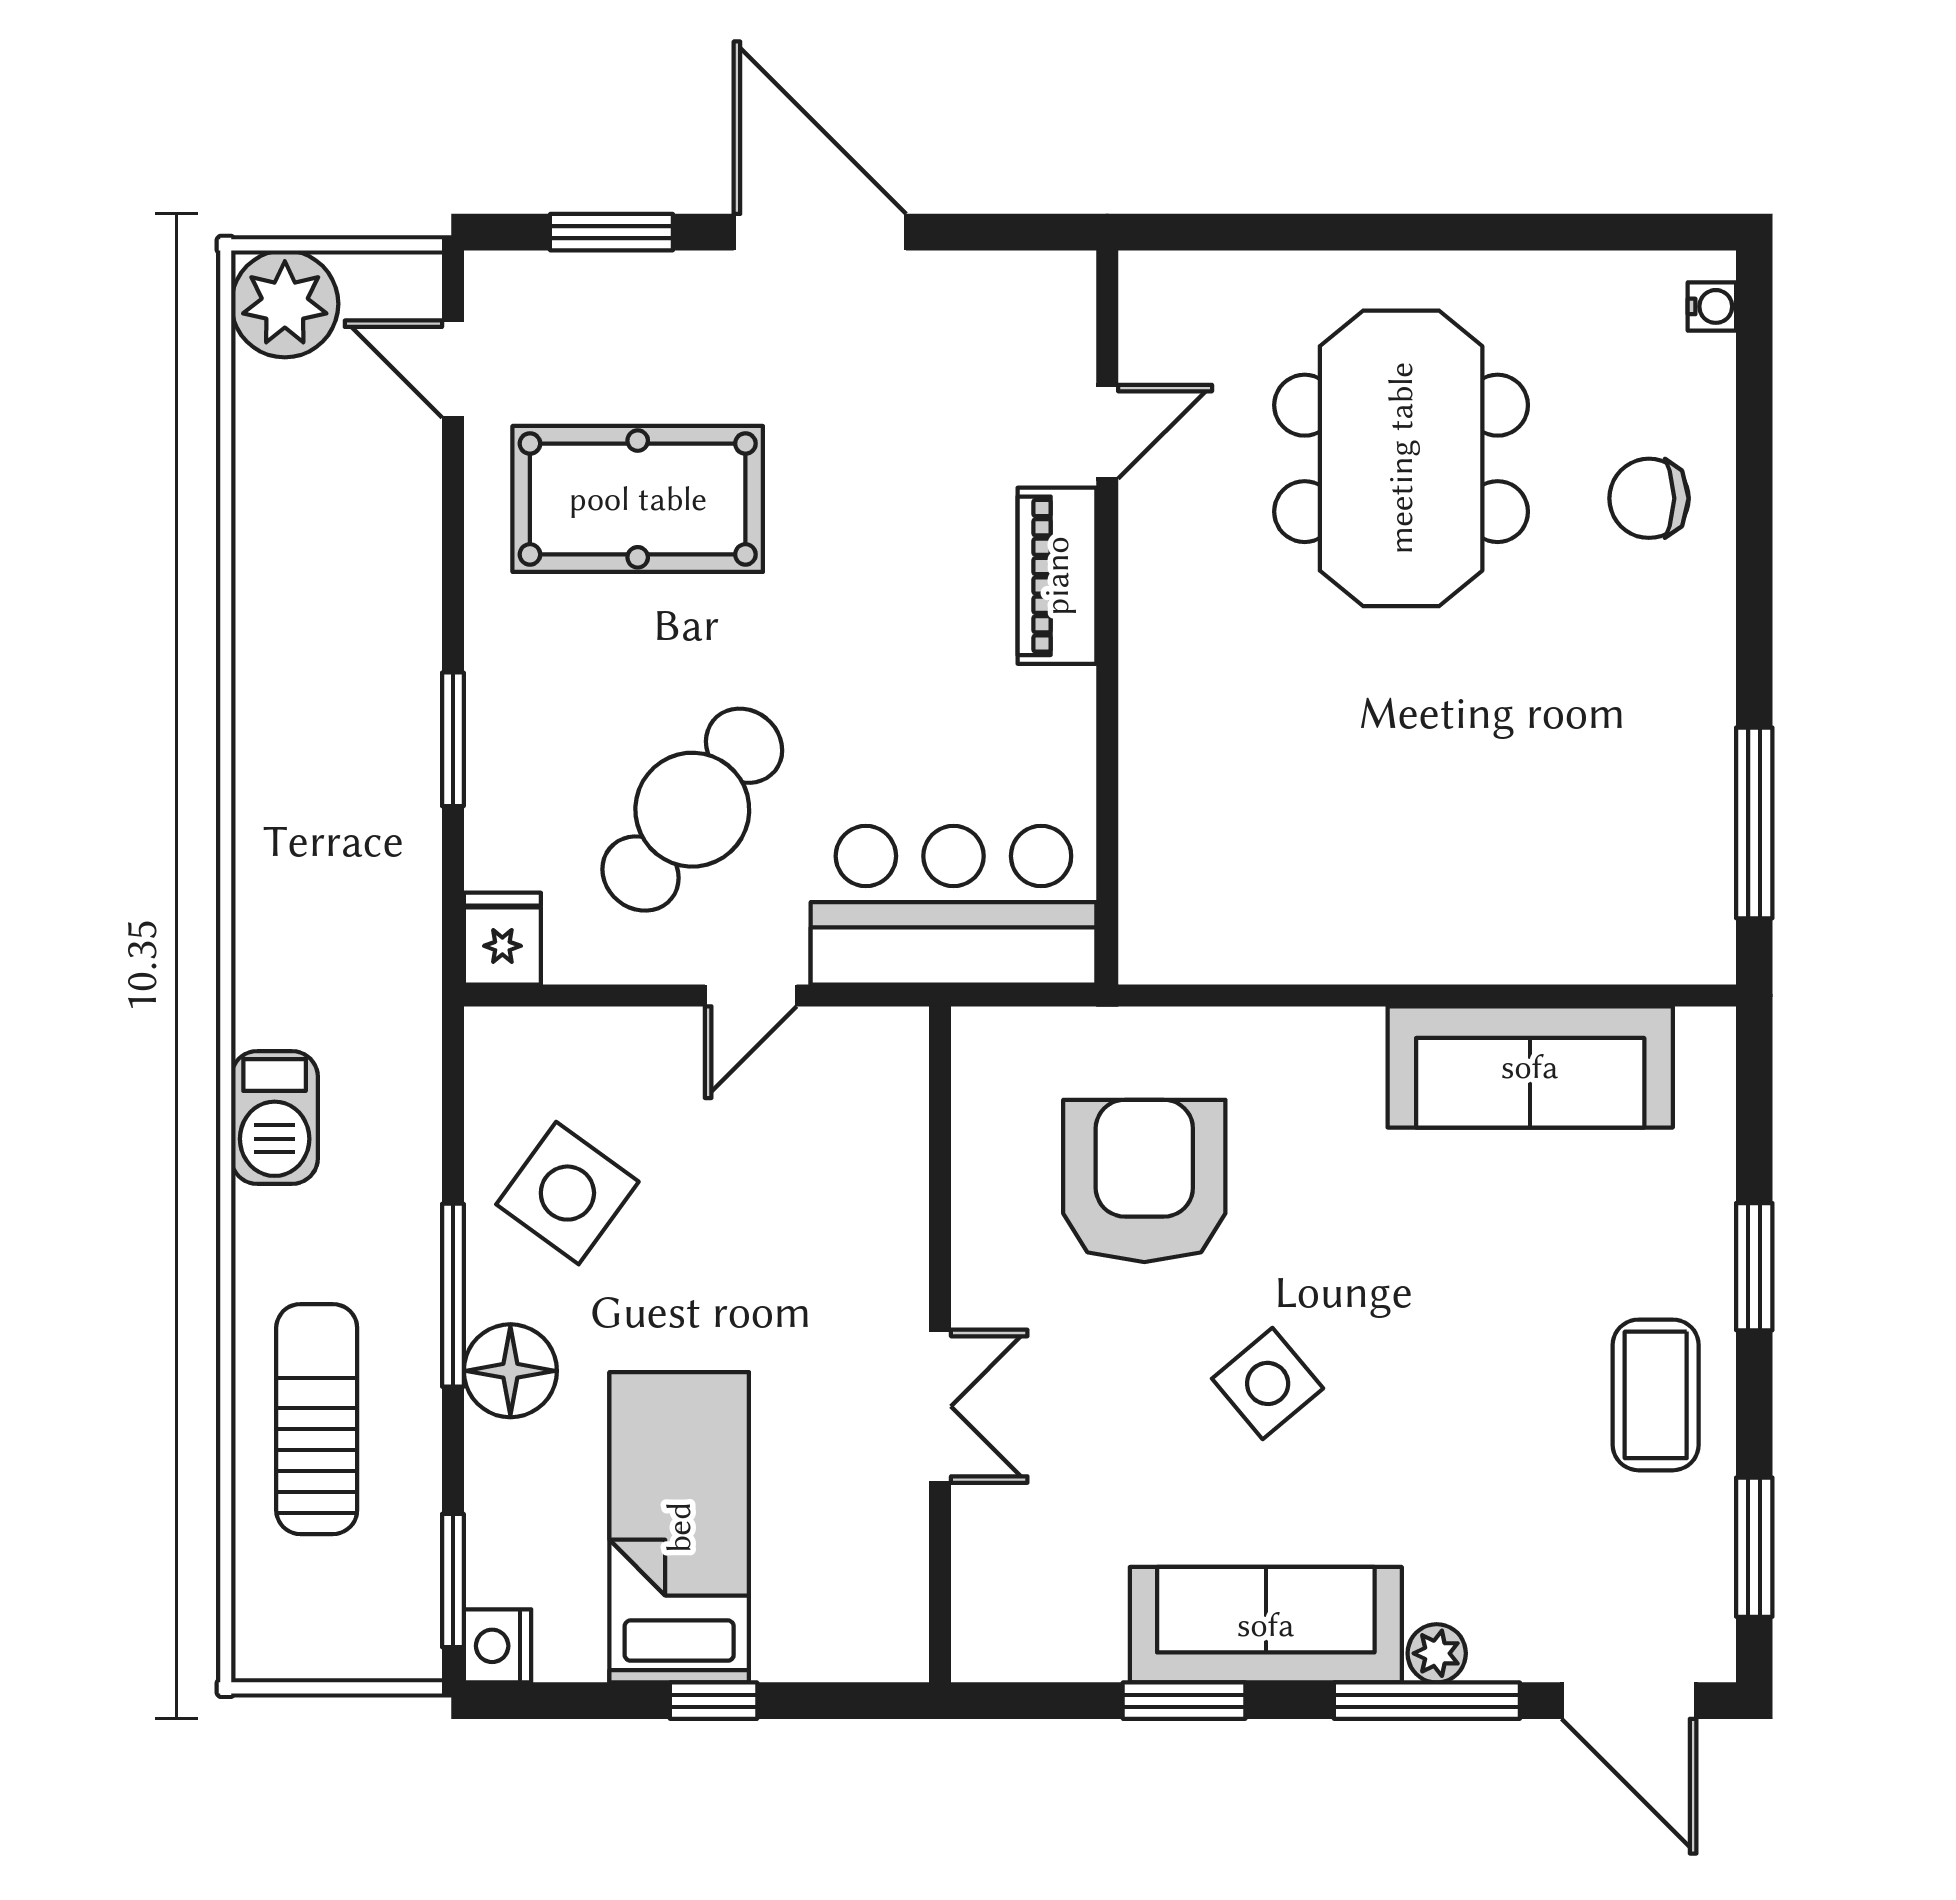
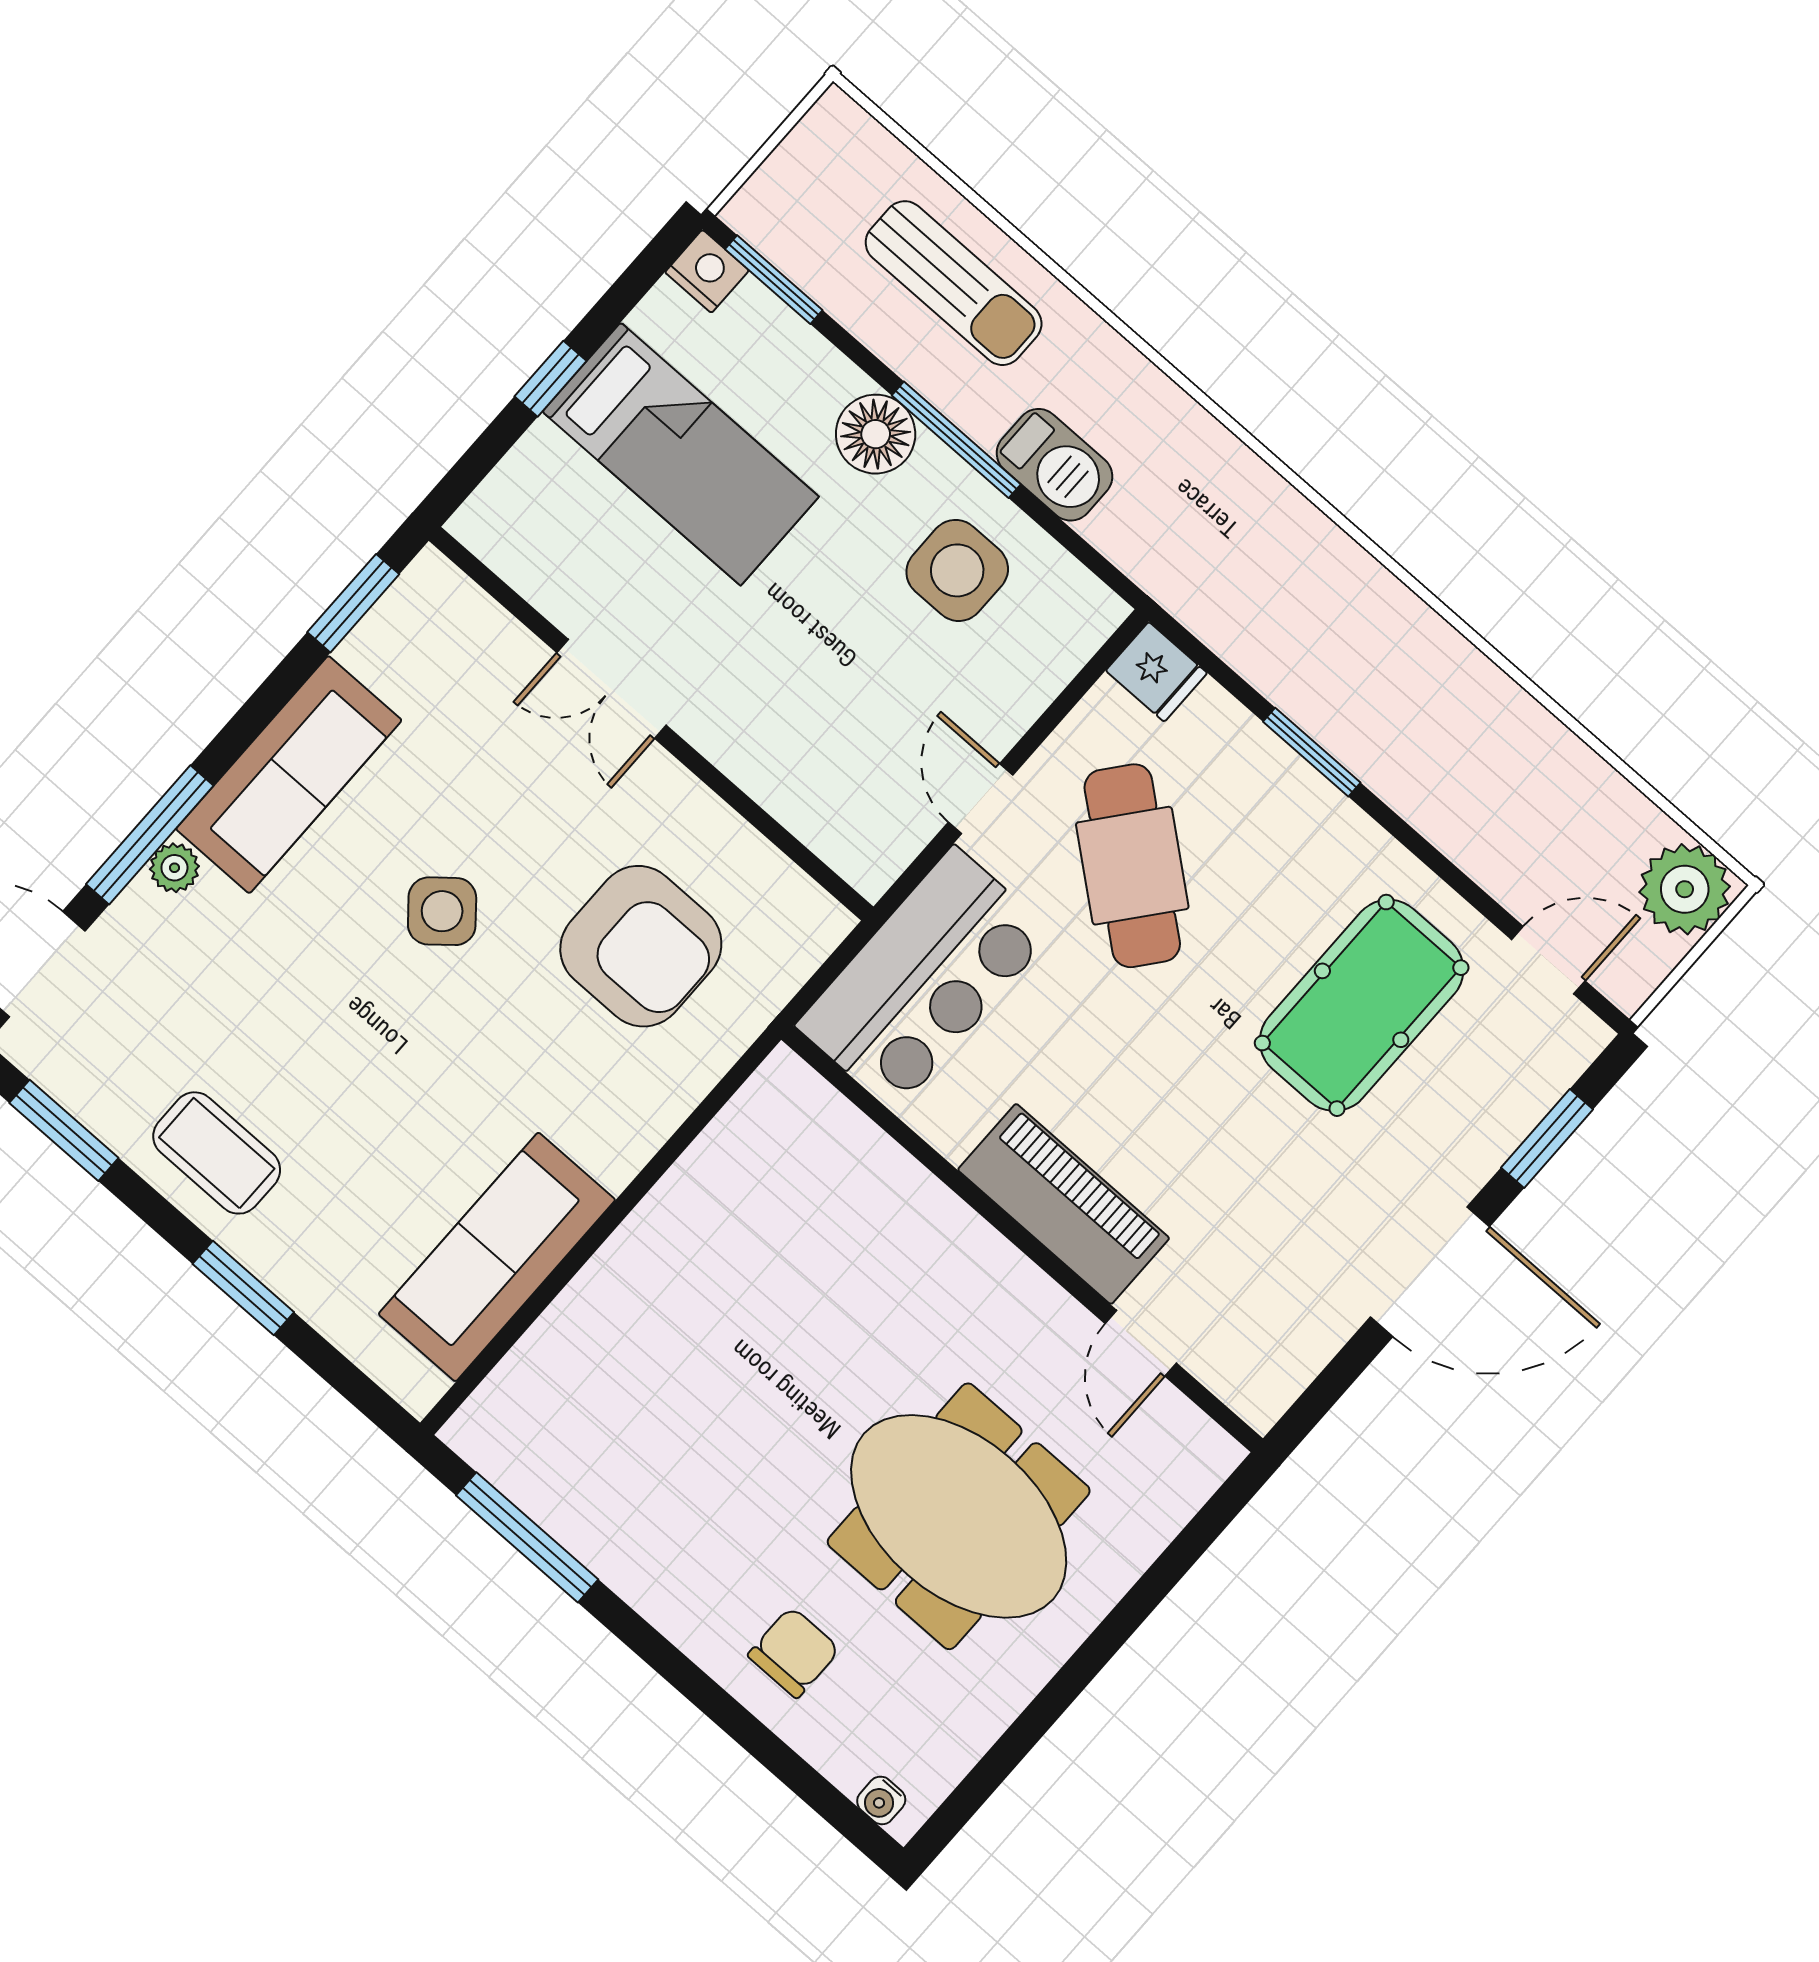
piano: (1057, 576) -> (1064, 1204), width x1.37, depth x1.33
barbecue: (275, 1118) -> (1055, 465), moved, turned 180
side table: (567, 1193) -> (957, 570), turned -36
window: (1184, 1701) -> (353, 603), moved

